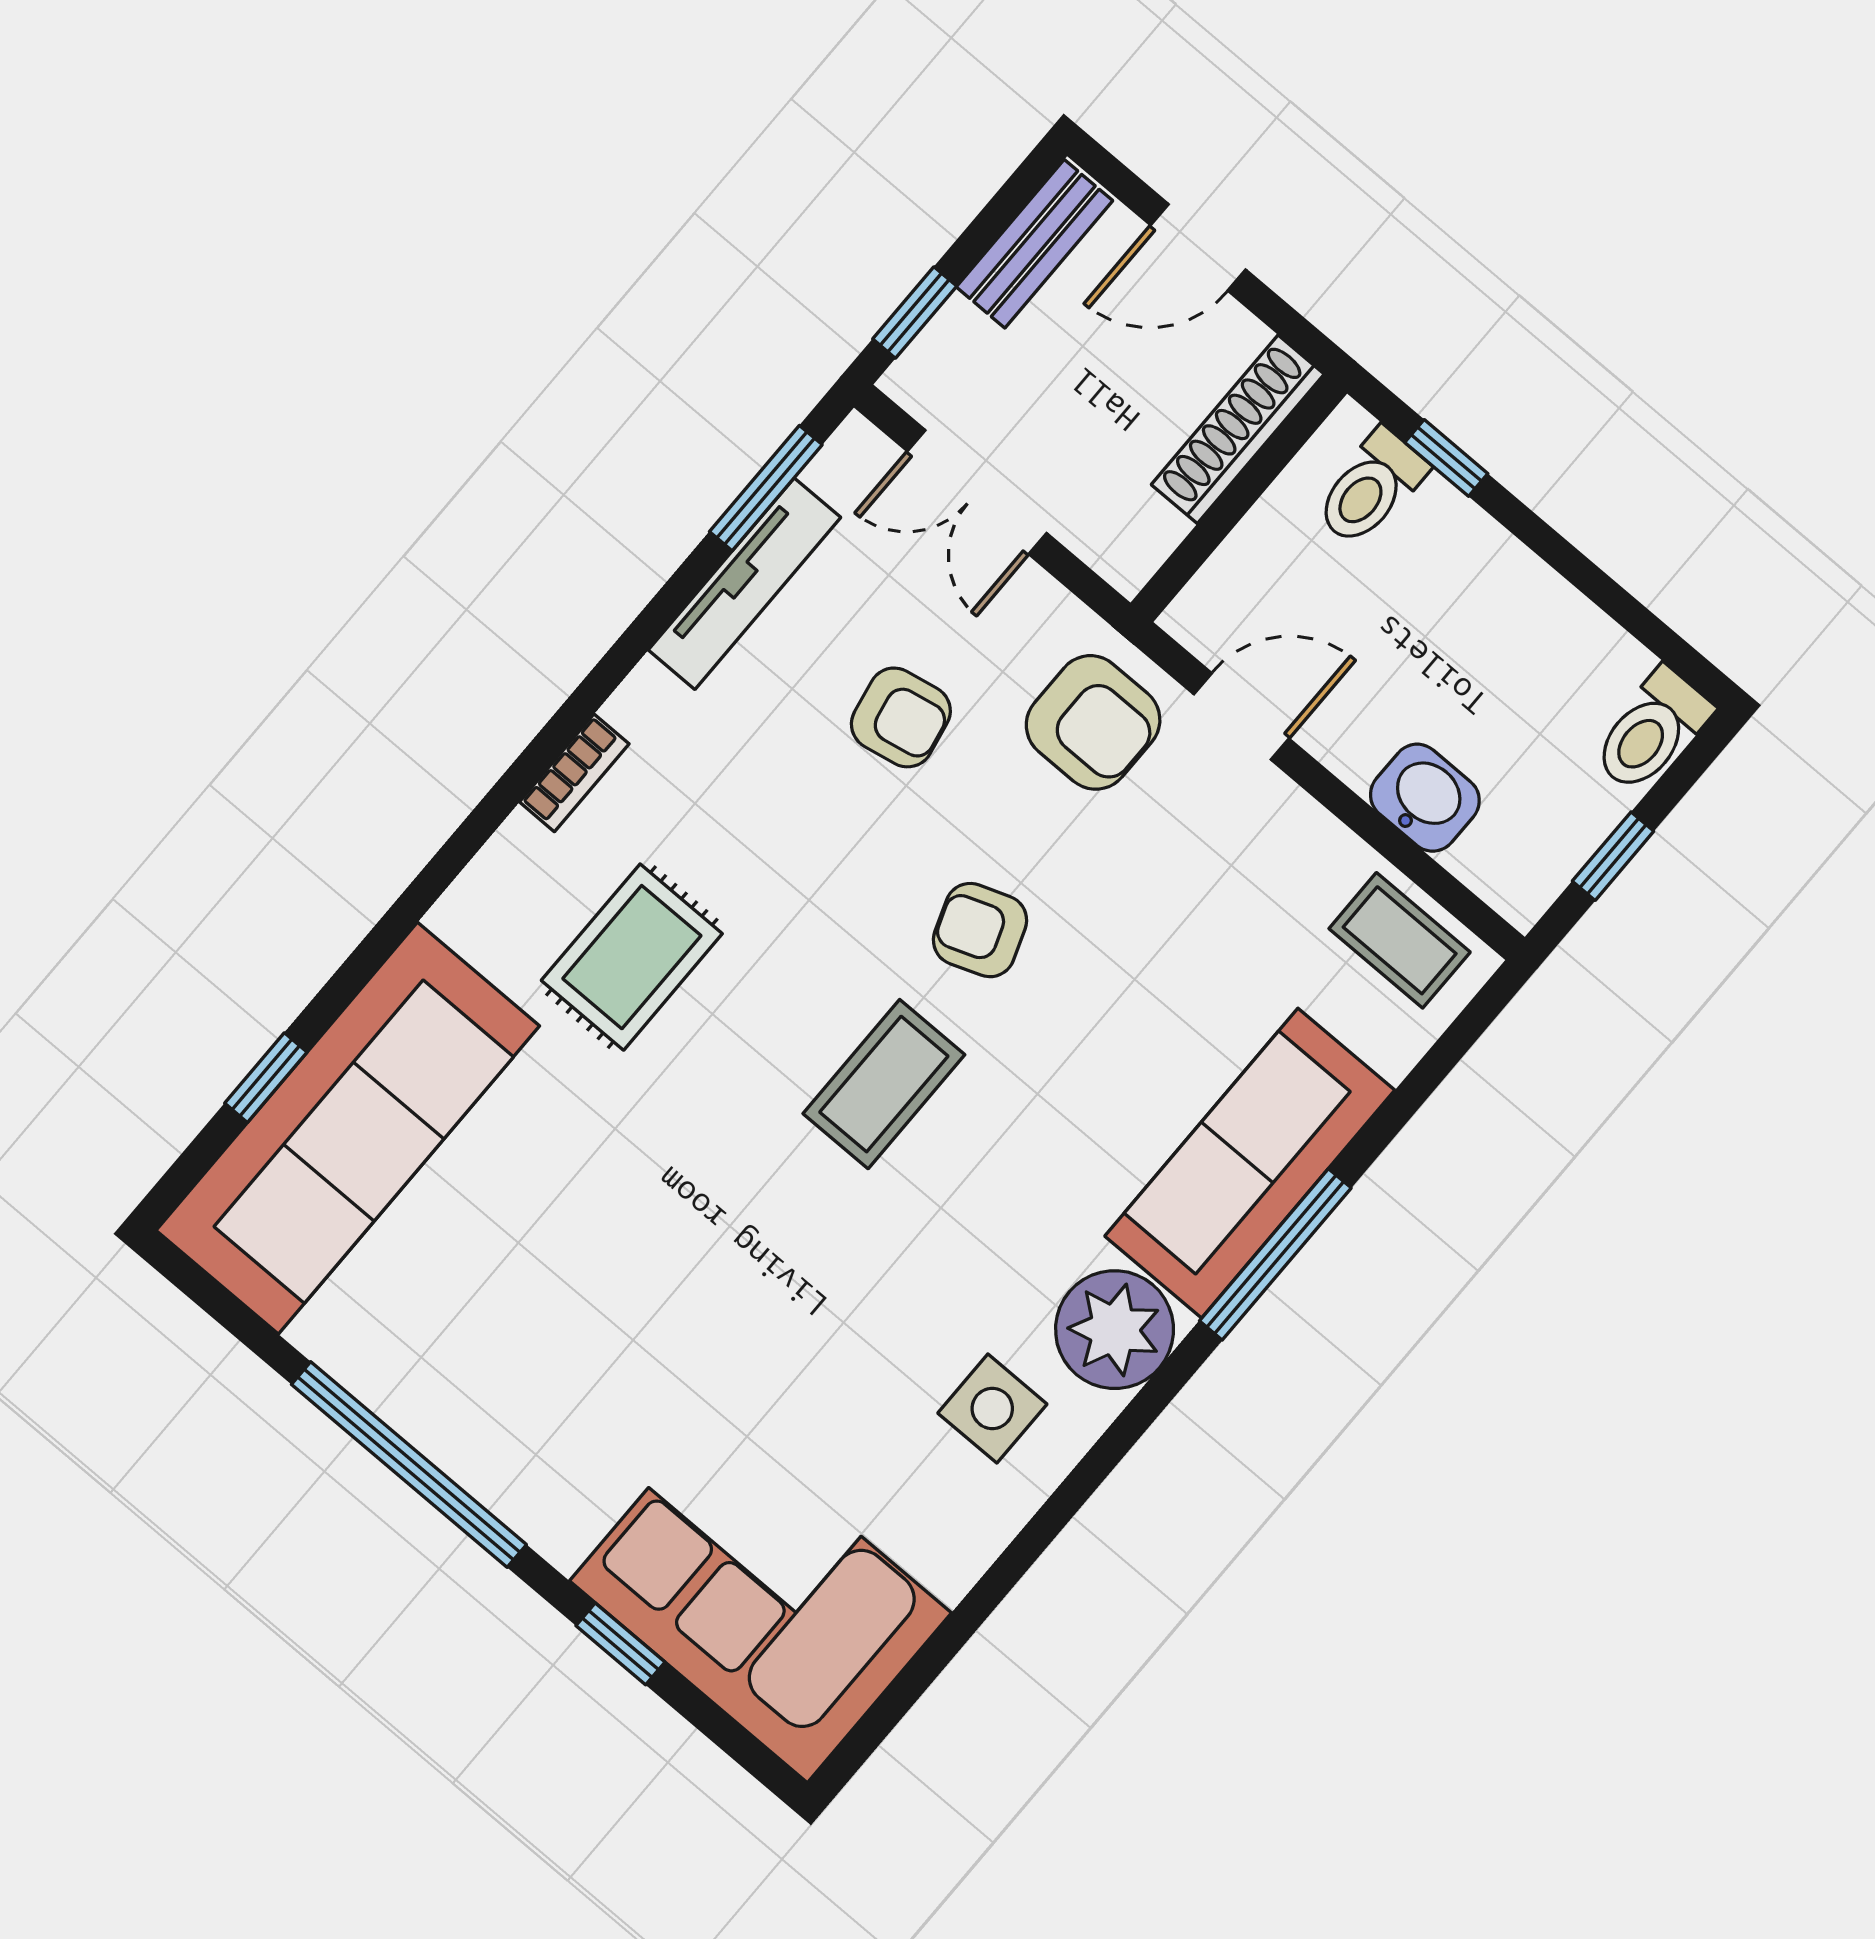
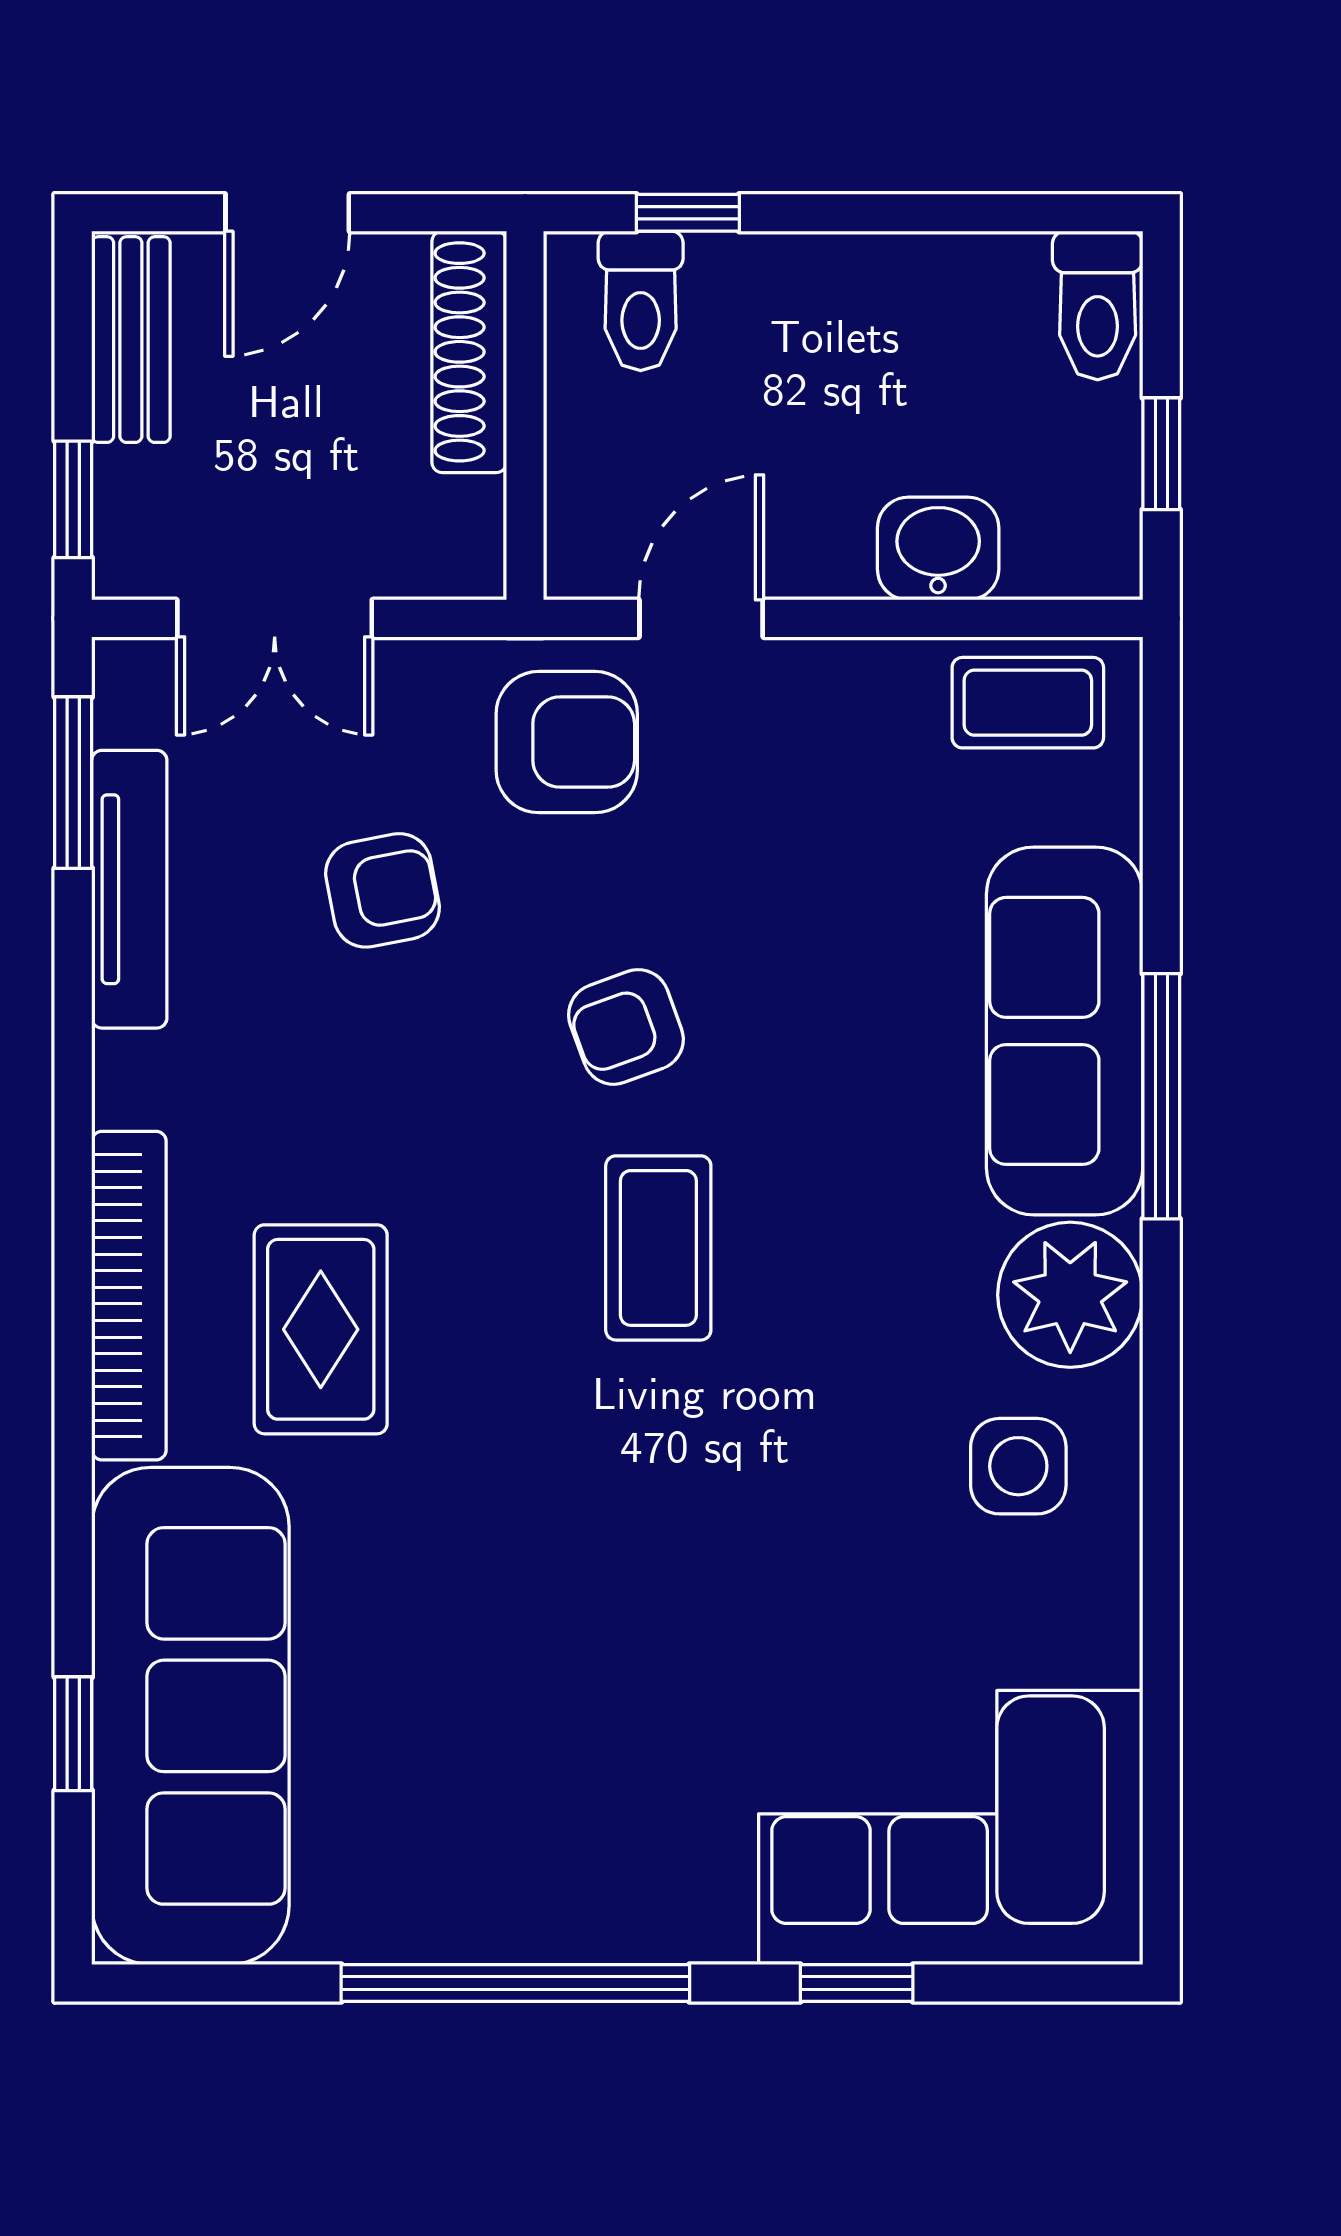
bookcase: (574, 773) -> (129, 1296), width x2.31, depth x1.31

